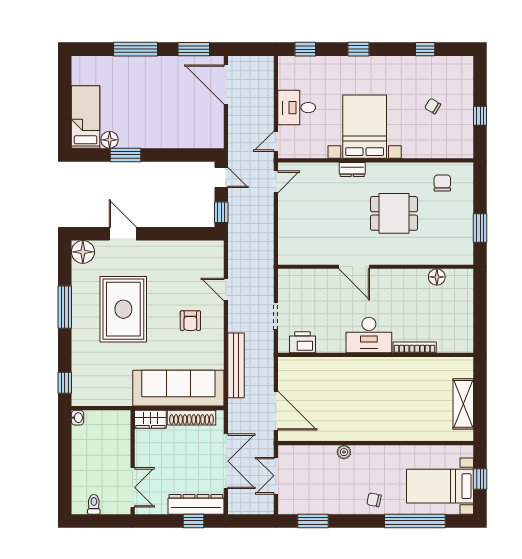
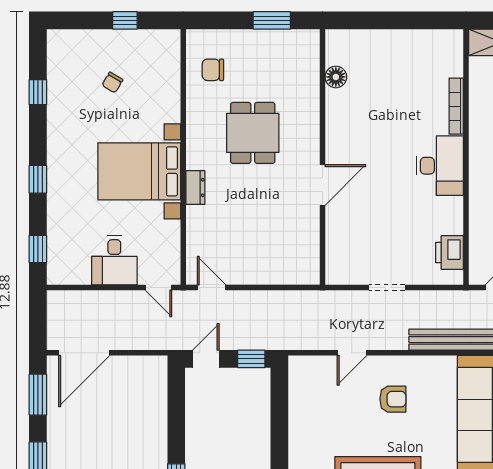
desk: (369, 335) -> (440, 166), moved
printer: (303, 342) -> (450, 253), moved
bookcase: (415, 347) -> (456, 106), moved
wall: (376, 355) -> (466, 157), moved

